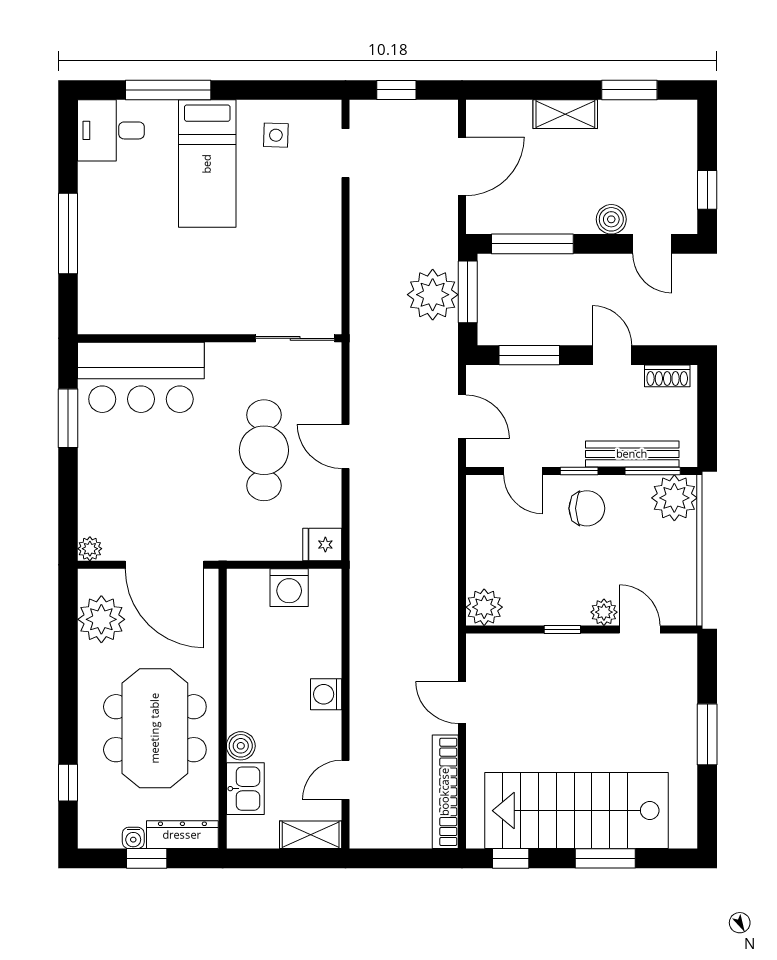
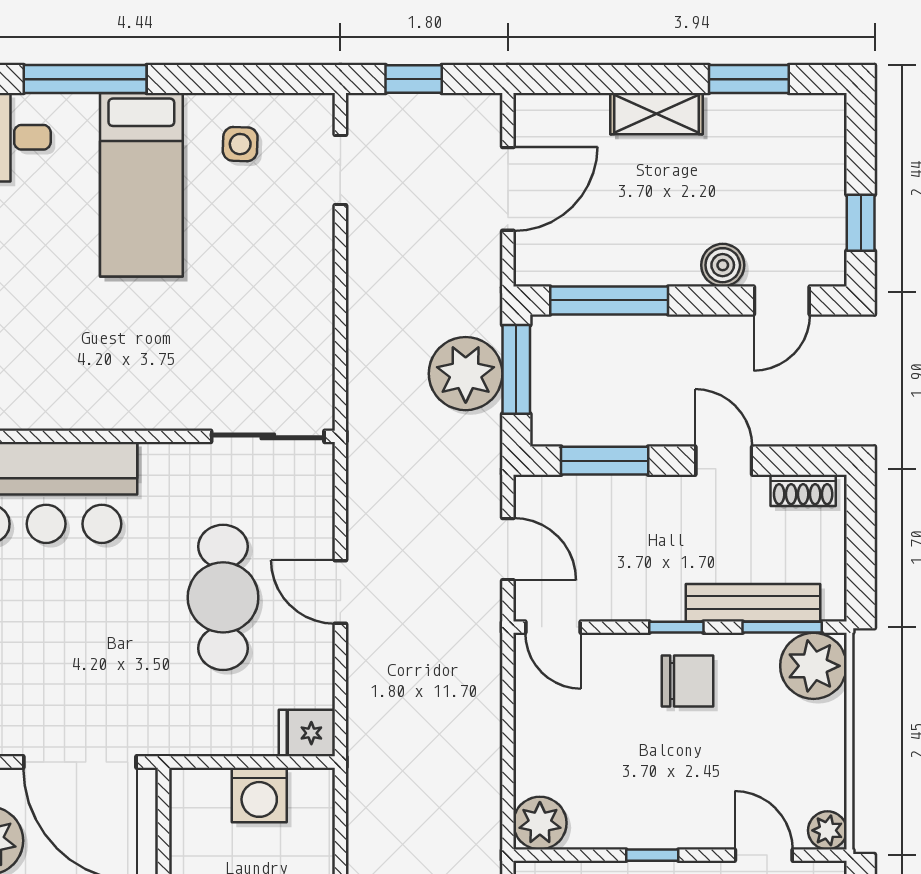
door: (652, 244) -> (782, 300), hinge flipped
door: (523, 471) -> (553, 627), moved
plant: (604, 612) -> (827, 830), moved

